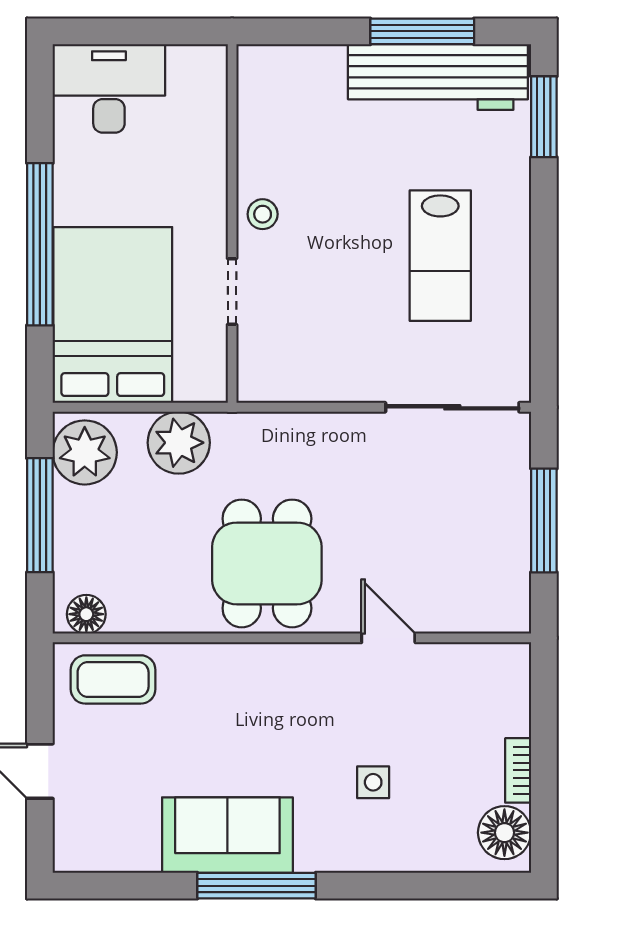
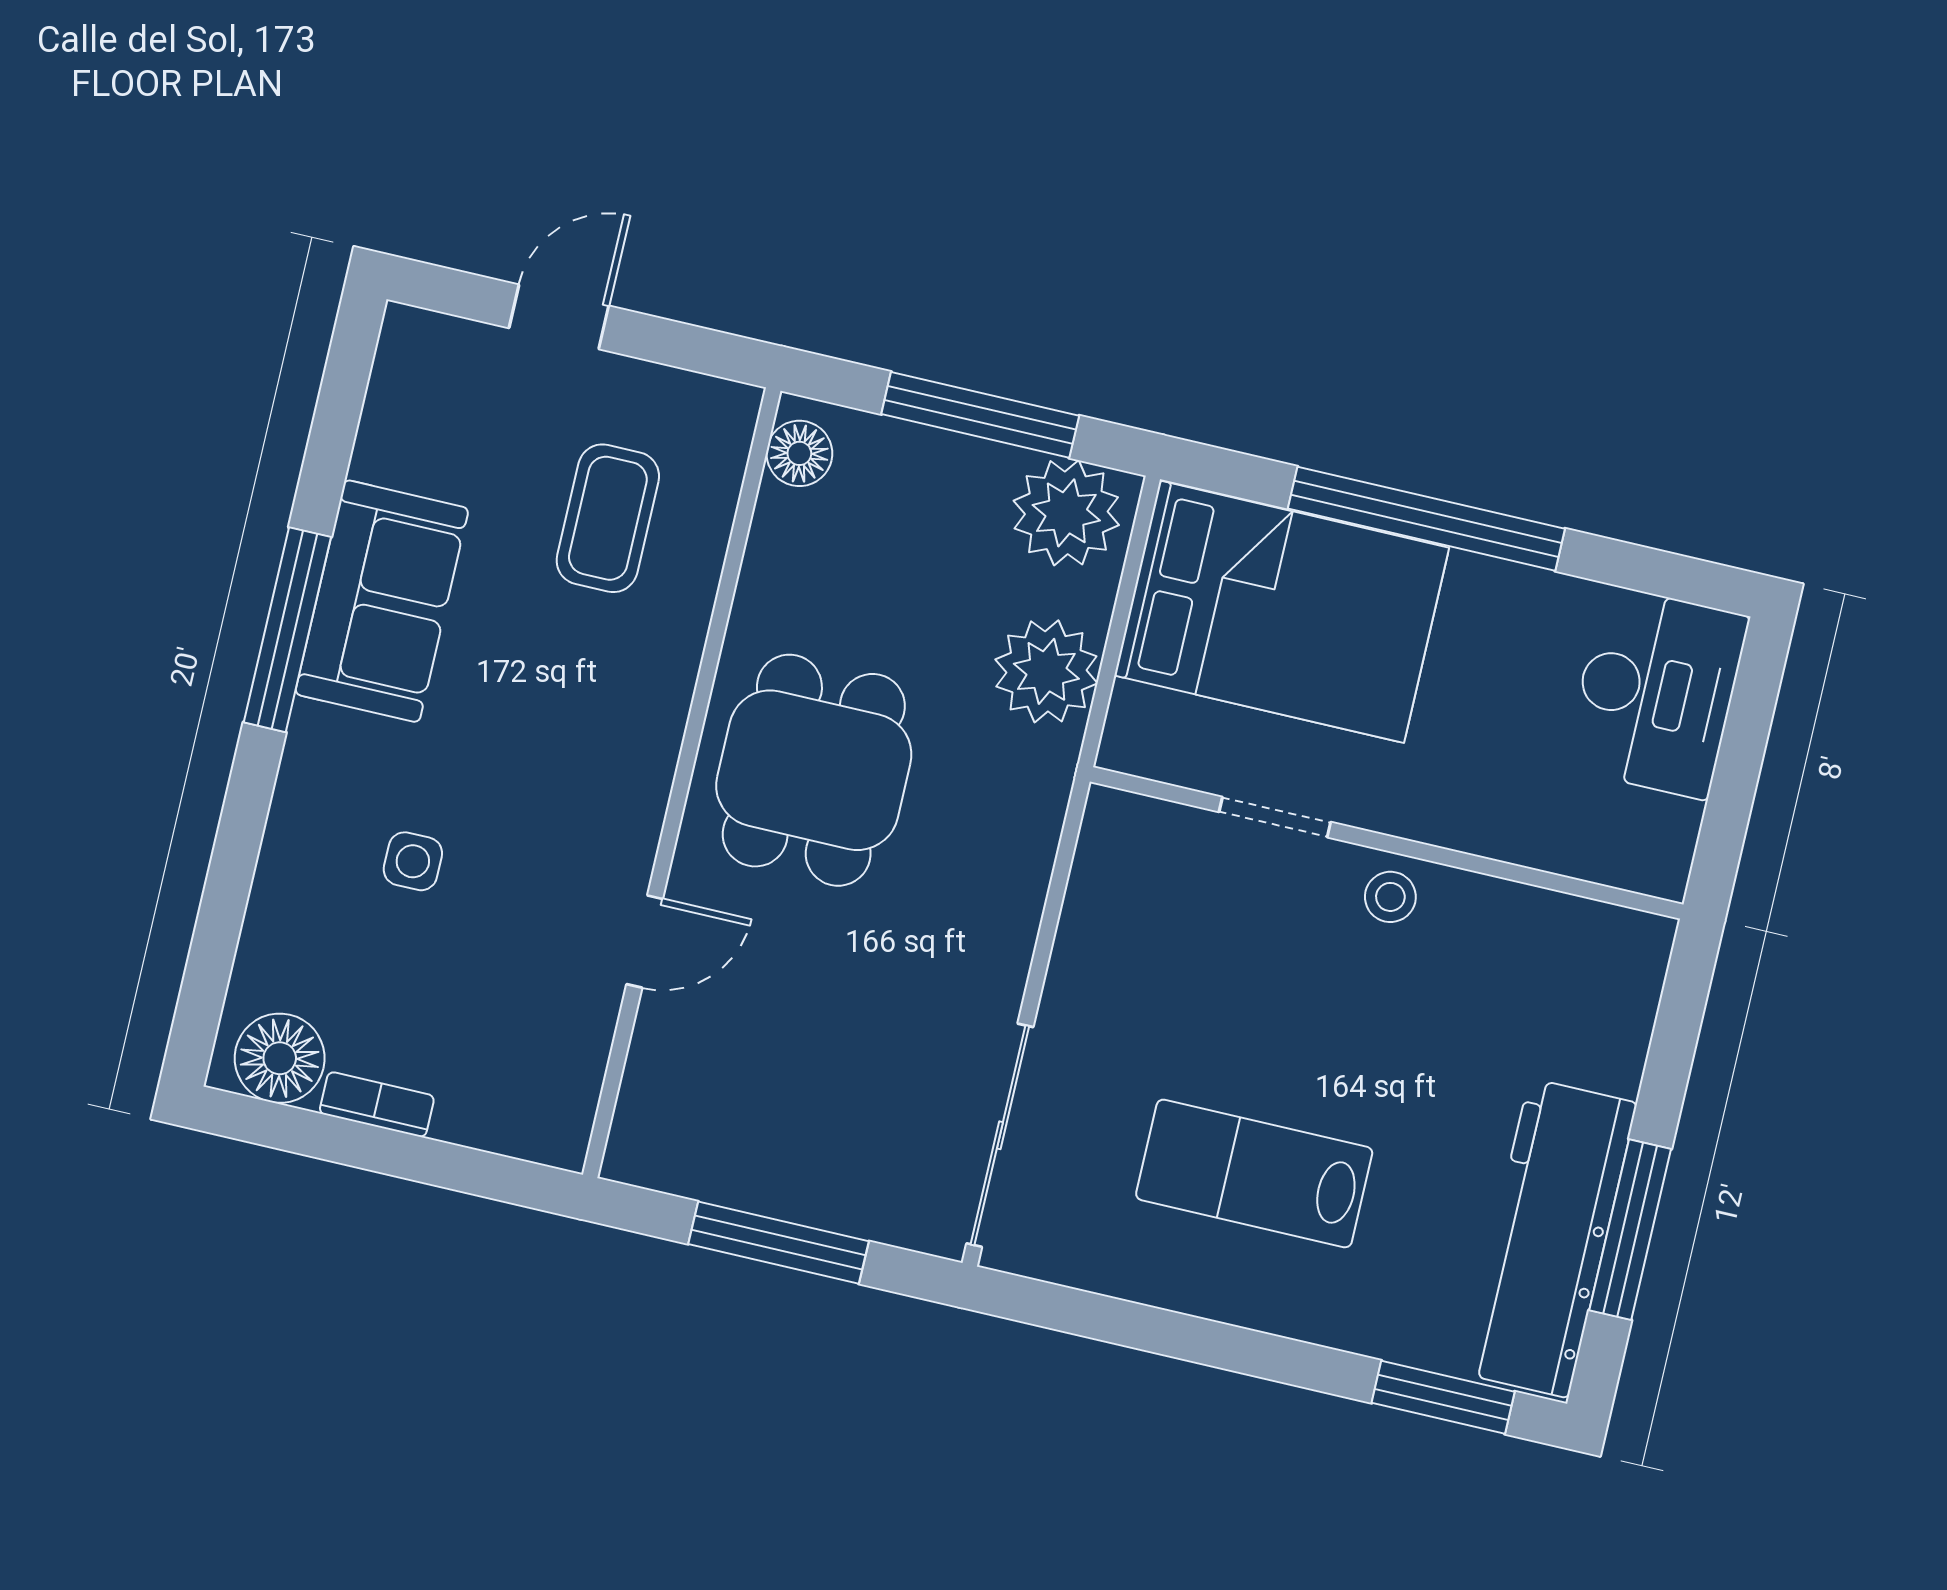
dining table: (267, 563) -> (814, 770), turned 90
coffee table: (113, 679) -> (608, 518), moved

